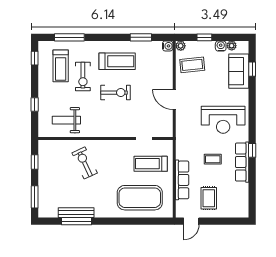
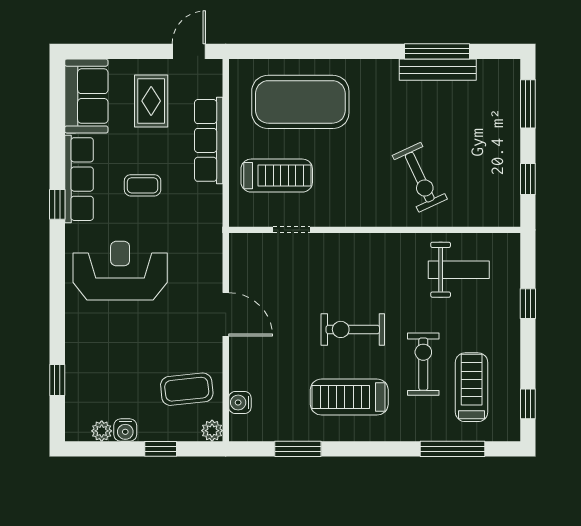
water cooler: (168, 46) -> (240, 403), moved
sofa: (239, 71) -> (86, 96), moved

